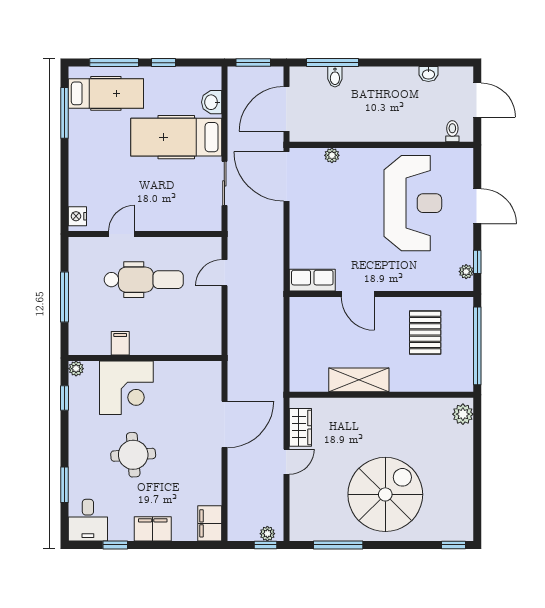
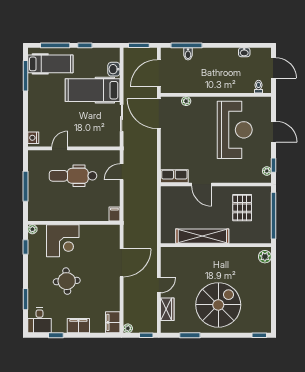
dental chair: (144, 280) -> (73, 176), turned 180
filing cabinet: (120, 343) -> (114, 214), moved
shelving: (359, 380) -> (202, 236), width x1.47
wardrobe: (300, 427) -> (167, 309), moved
plant: (267, 534) -> (128, 328), moved
window: (338, 545) -> (190, 335), width x0.69

